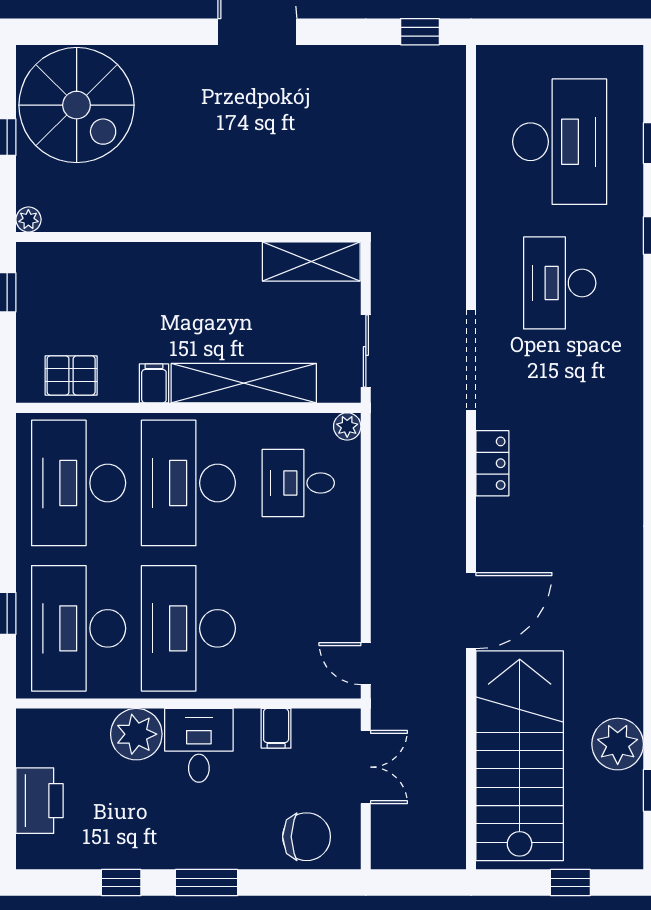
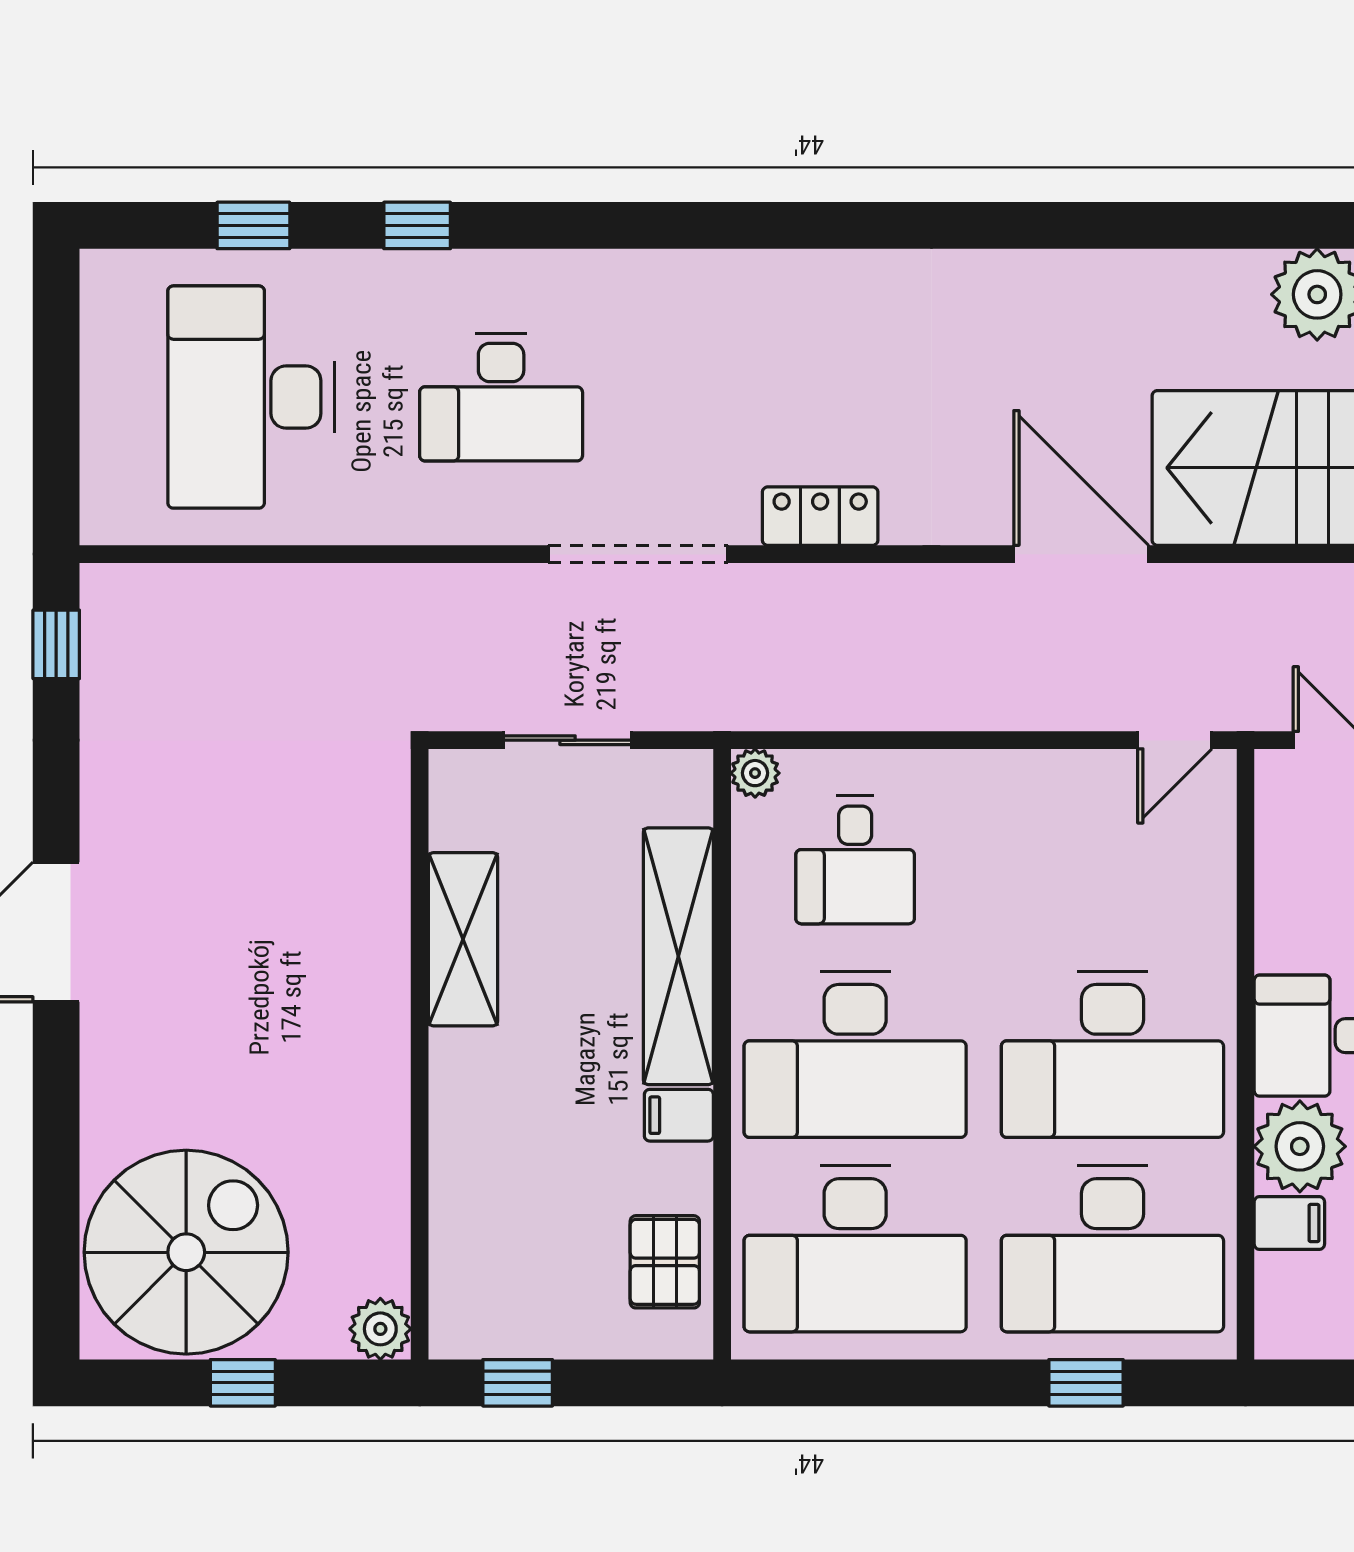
desk: (560, 142) -> (251, 397), turned -90
plant: (28, 219) -> (380, 1329), width x1.38, depth x1.38
shelving: (311, 262) -> (463, 939), moved
sliding door: (366, 351) -> (568, 740), moved
filing cabinet: (276, 728) -> (1289, 1223), moved

